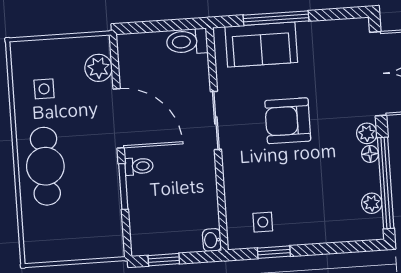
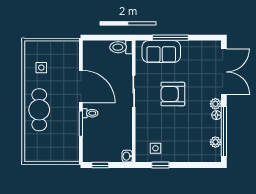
plant: (98, 68) -> (72, 58), removed

